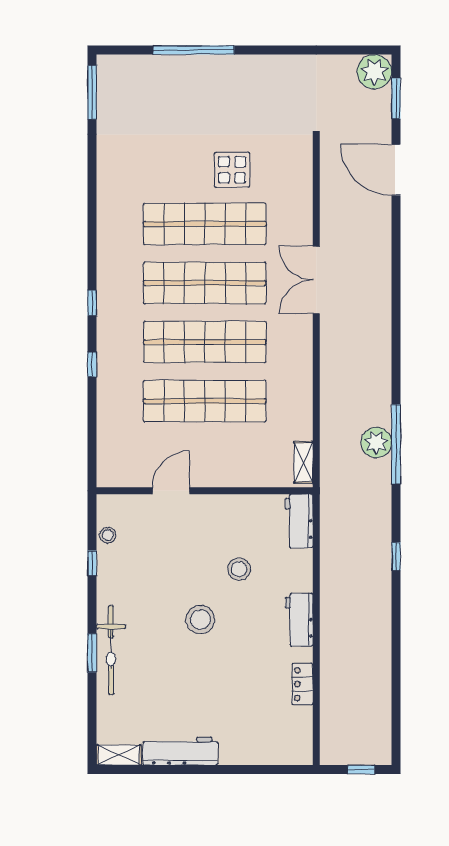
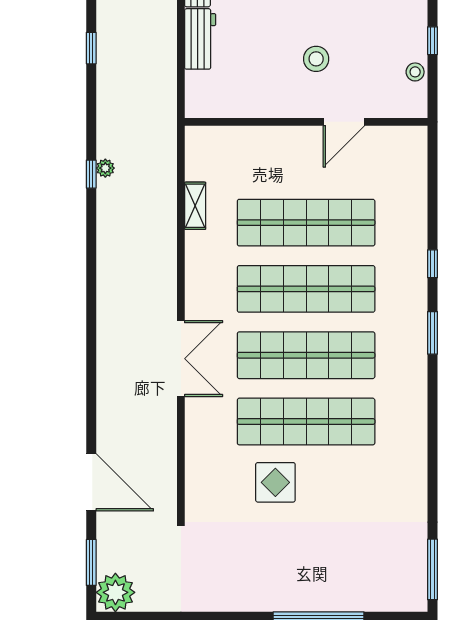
window: (92, 303) -> (433, 333), width x1.50
plant: (376, 442) -> (105, 168), width x0.53, depth x0.53
window: (396, 444) -> (91, 174), width x0.32
shelving: (304, 462) -> (195, 206), moved
workbench: (299, 521) -> (200, 39), moved
stool: (239, 569) -> (316, 59), moved

